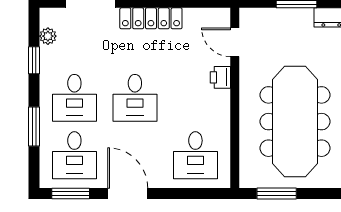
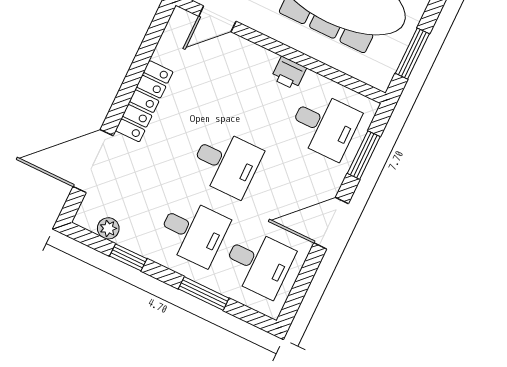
printer: (220, 77) -> (289, 73), moved
window: (71, 193) -> (364, 155), moved

